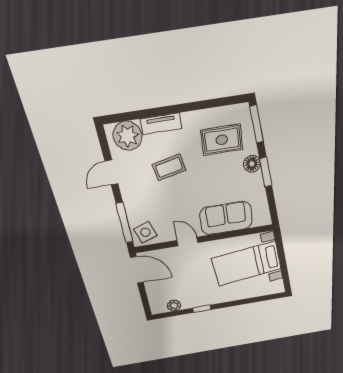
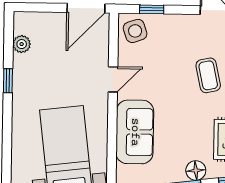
window: (125, 223) -> (152, 9), width x0.46

